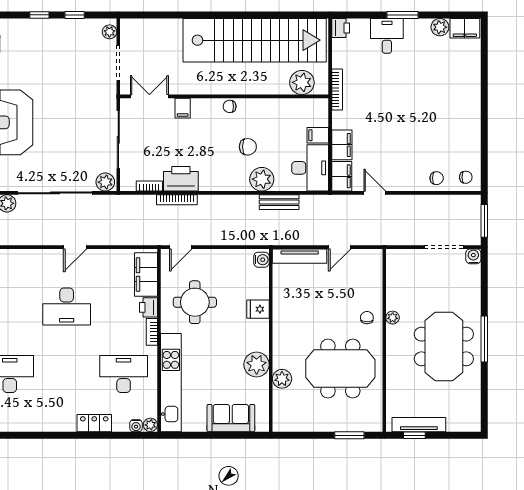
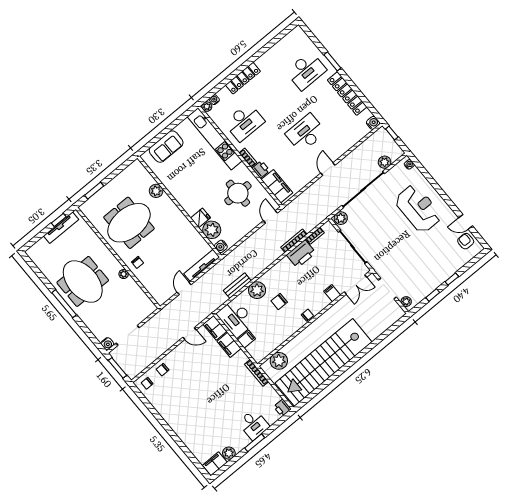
plant: (257, 365) -> (212, 230), moved
locker: (94, 423) -> (243, 78), width x1.53

